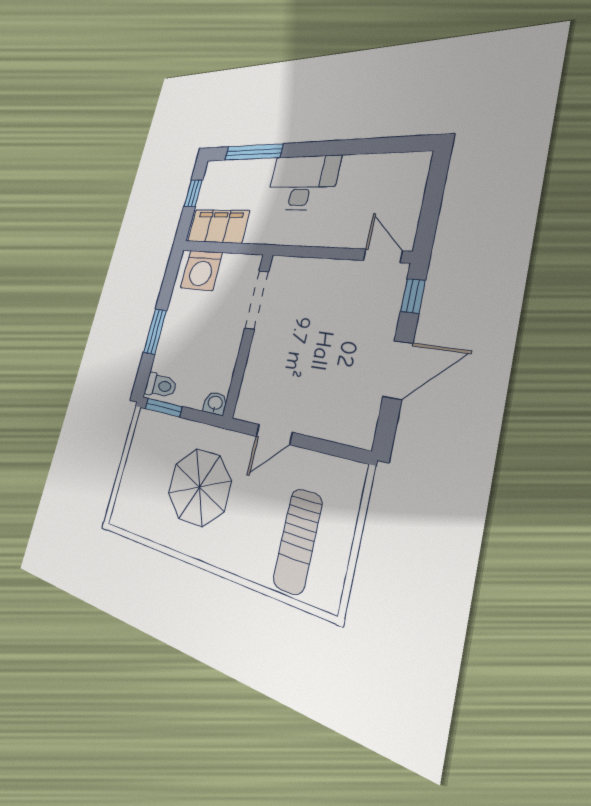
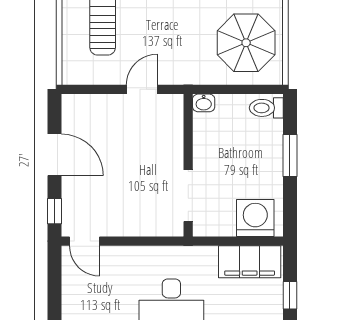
door: (398, 370) -> (55, 155), swing flipped
window: (163, 408) -> (257, 89), removed
parasol: (199, 487) -> (246, 43), moved

